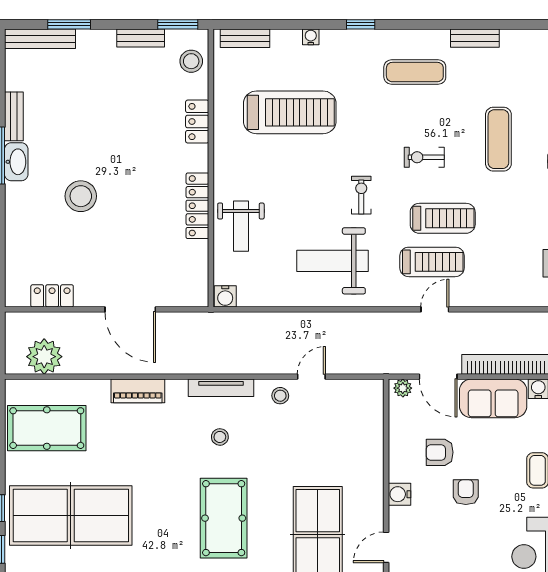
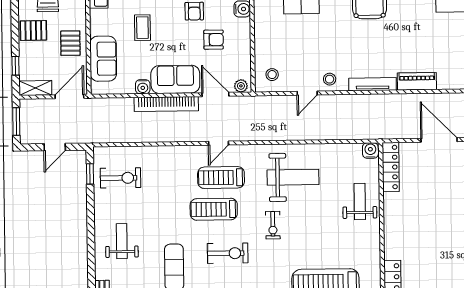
exercise bike: (424, 157) -> (228, 253), width x1.38, depth x1.39
locker: (197, 206) -> (391, 167), moved
piano: (138, 391) -> (417, 81), moved
stool: (220, 437) -> (272, 75), moved

